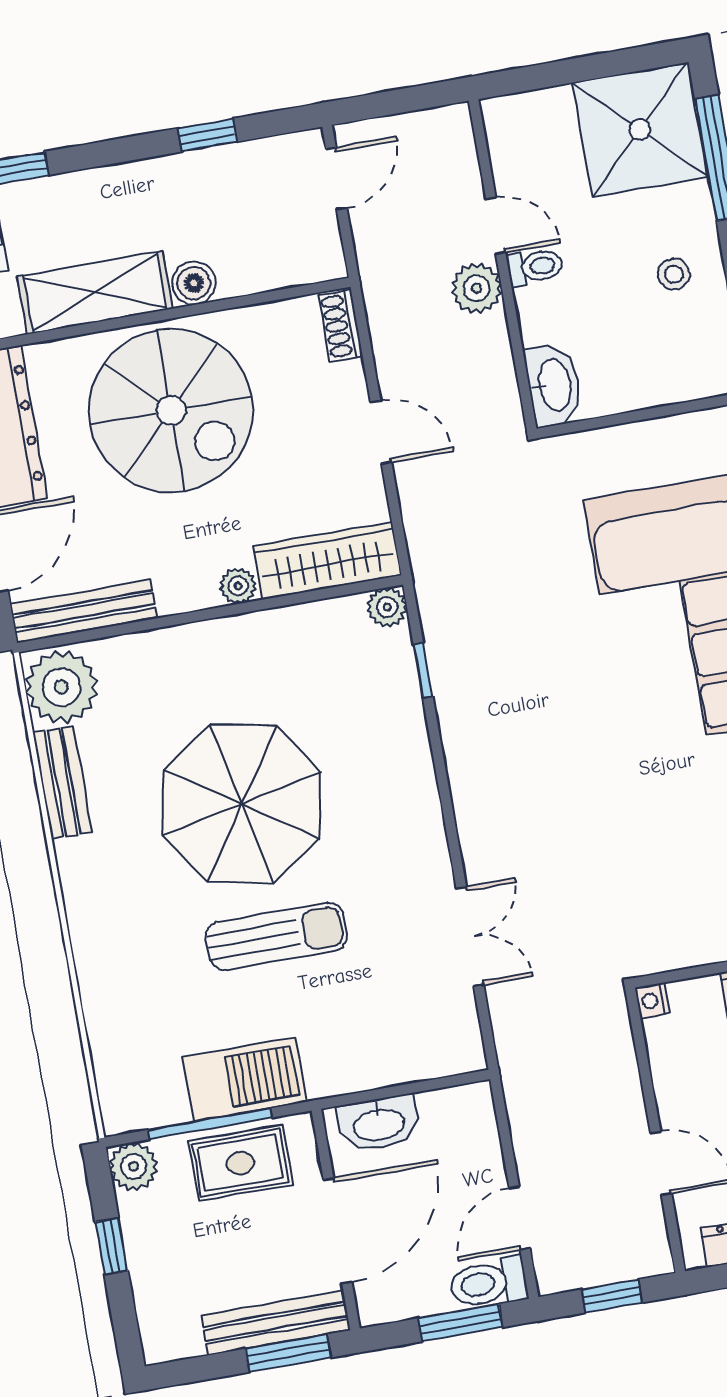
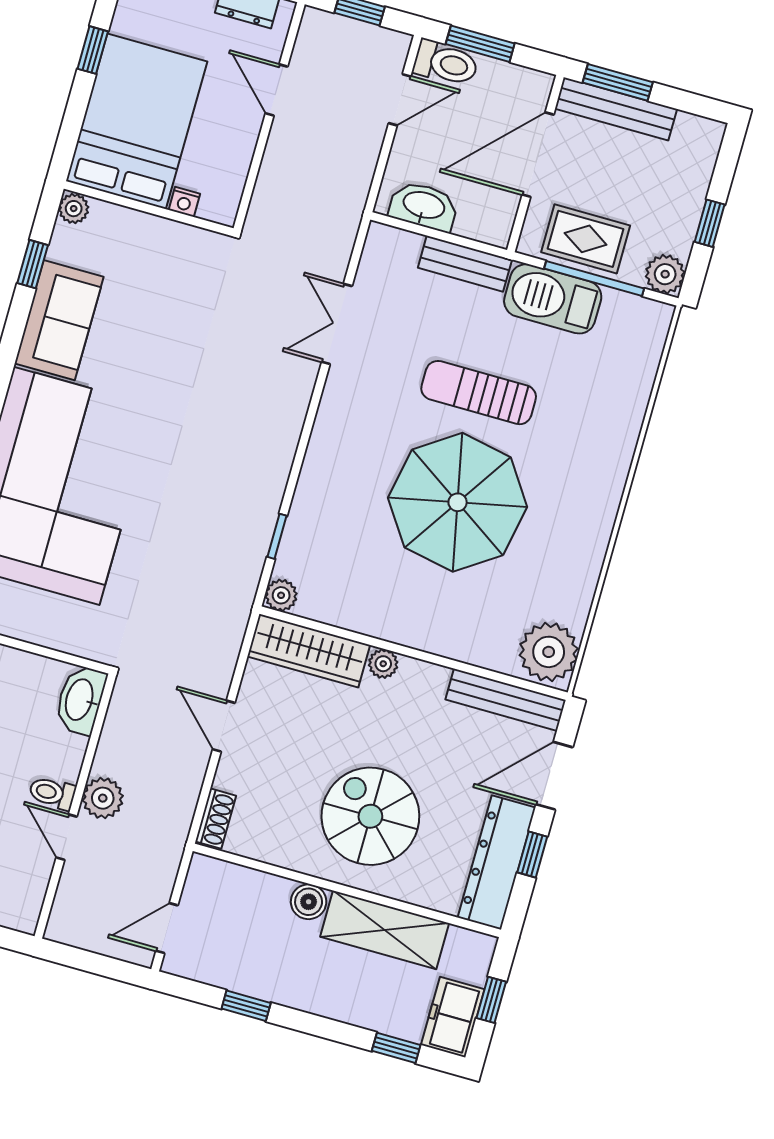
spiral stairs: (171, 411) -> (370, 816), width x0.73, depth x0.73
bench: (62, 782) -> (465, 264), moved, turned 90
nightstand: (652, 1000) -> (184, 202), moved, turned 90
washbasin: (379, 1123) -> (424, 206), moved

